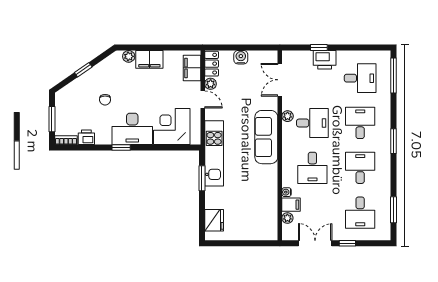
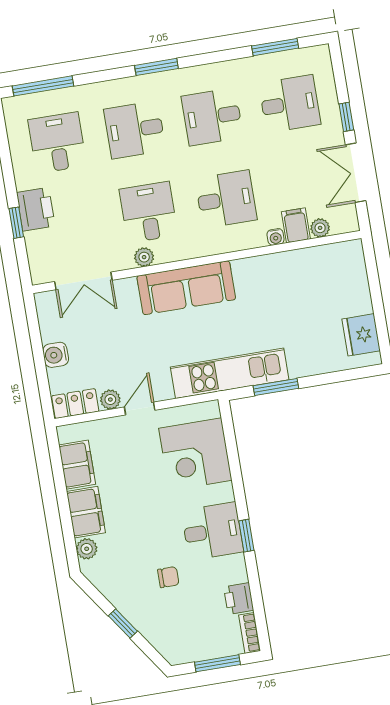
filing cabinet: (192, 68) -> (77, 465), moved, turned -90
desk: (132, 129) -> (212, 531), width x0.73
fridge: (214, 220) -> (361, 335), moved, turned -90

